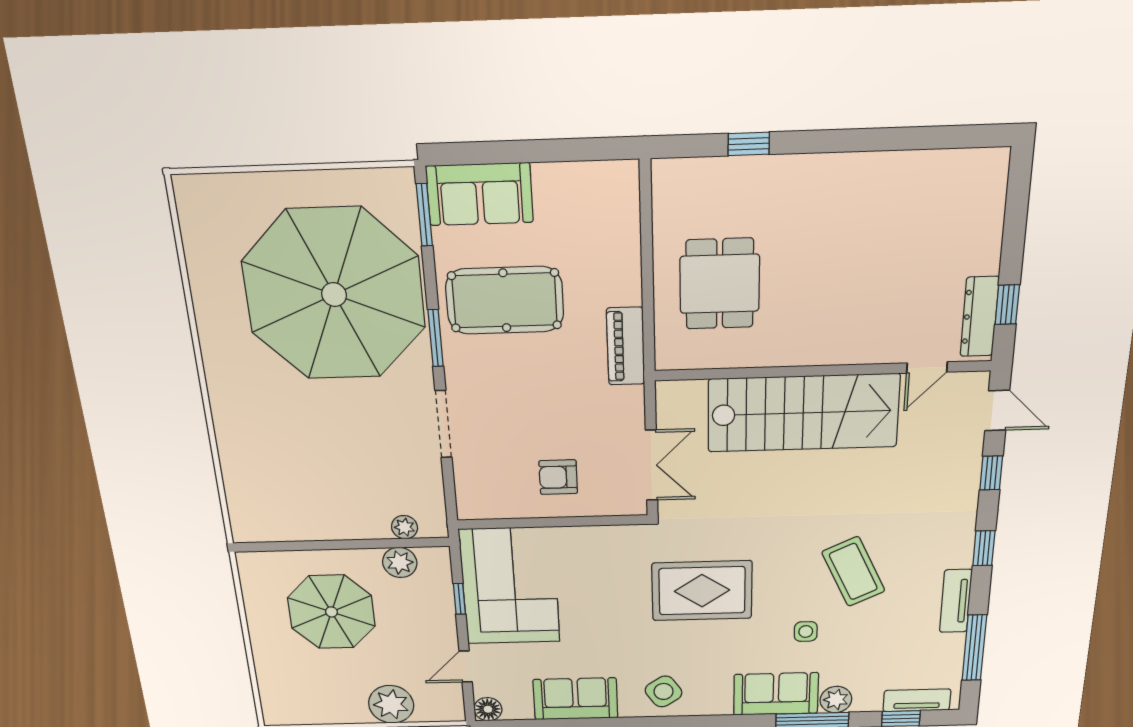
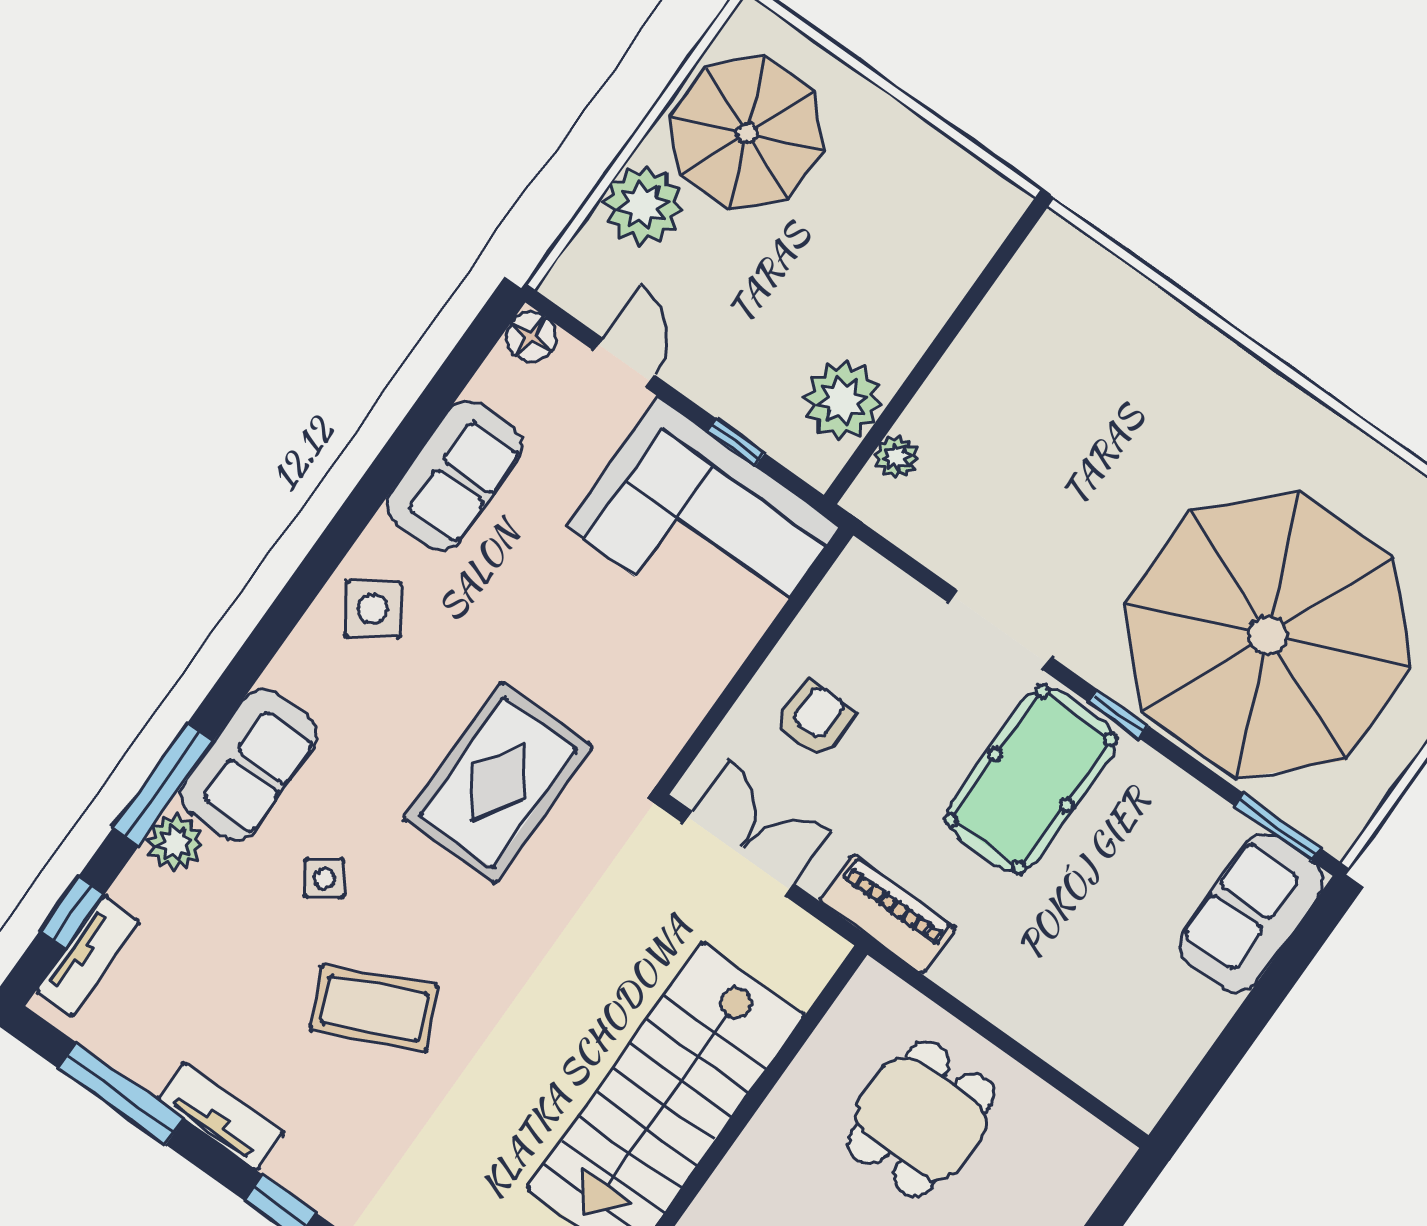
dining table: (720, 284) -> (921, 1119), turned 90
pool table: (505, 300) -> (1031, 780), moved
window: (436, 338) -> (1119, 714), width x0.67
piano: (626, 346) -> (888, 915), moved
double door: (651, 465) -> (739, 853), swing flipped
plant: (400, 562) -> (842, 401), width x1.36, depth x1.36
parasol: (331, 612) -> (747, 133), moved
side table: (806, 632) -> (324, 878), turned -35

